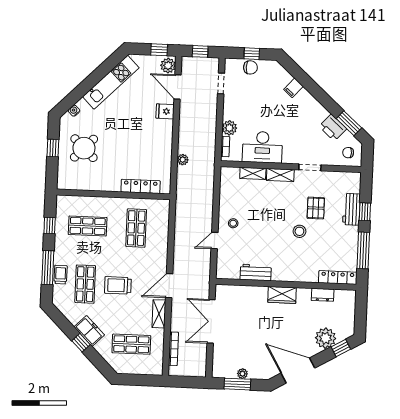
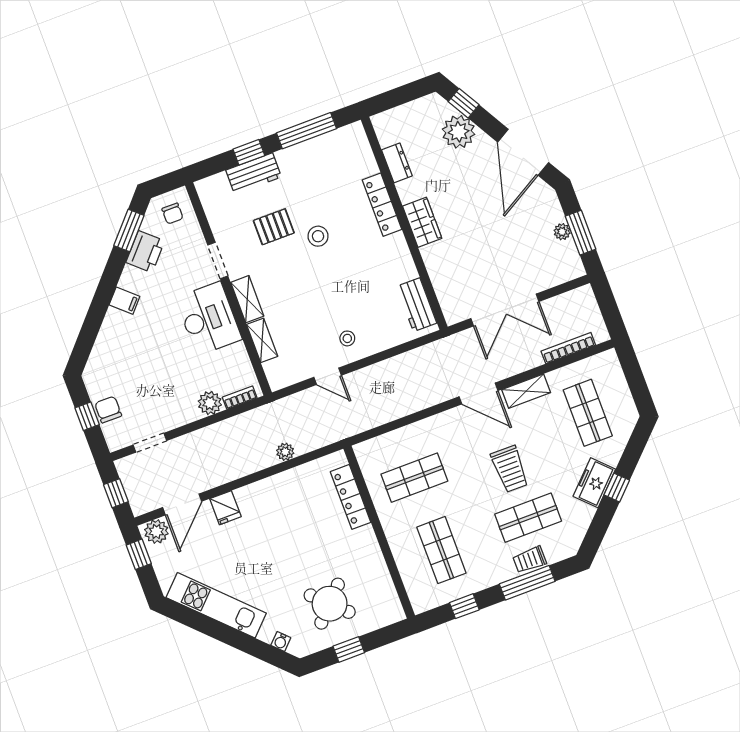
filing cabinet: (293, 88) -> (124, 301), moved
desk: (262, 147) -> (209, 319), moved
door: (214, 240) -> (328, 376), moved
workbench: (256, 272) -> (417, 305), moved
locker: (338, 278) -> (382, 205), moved

